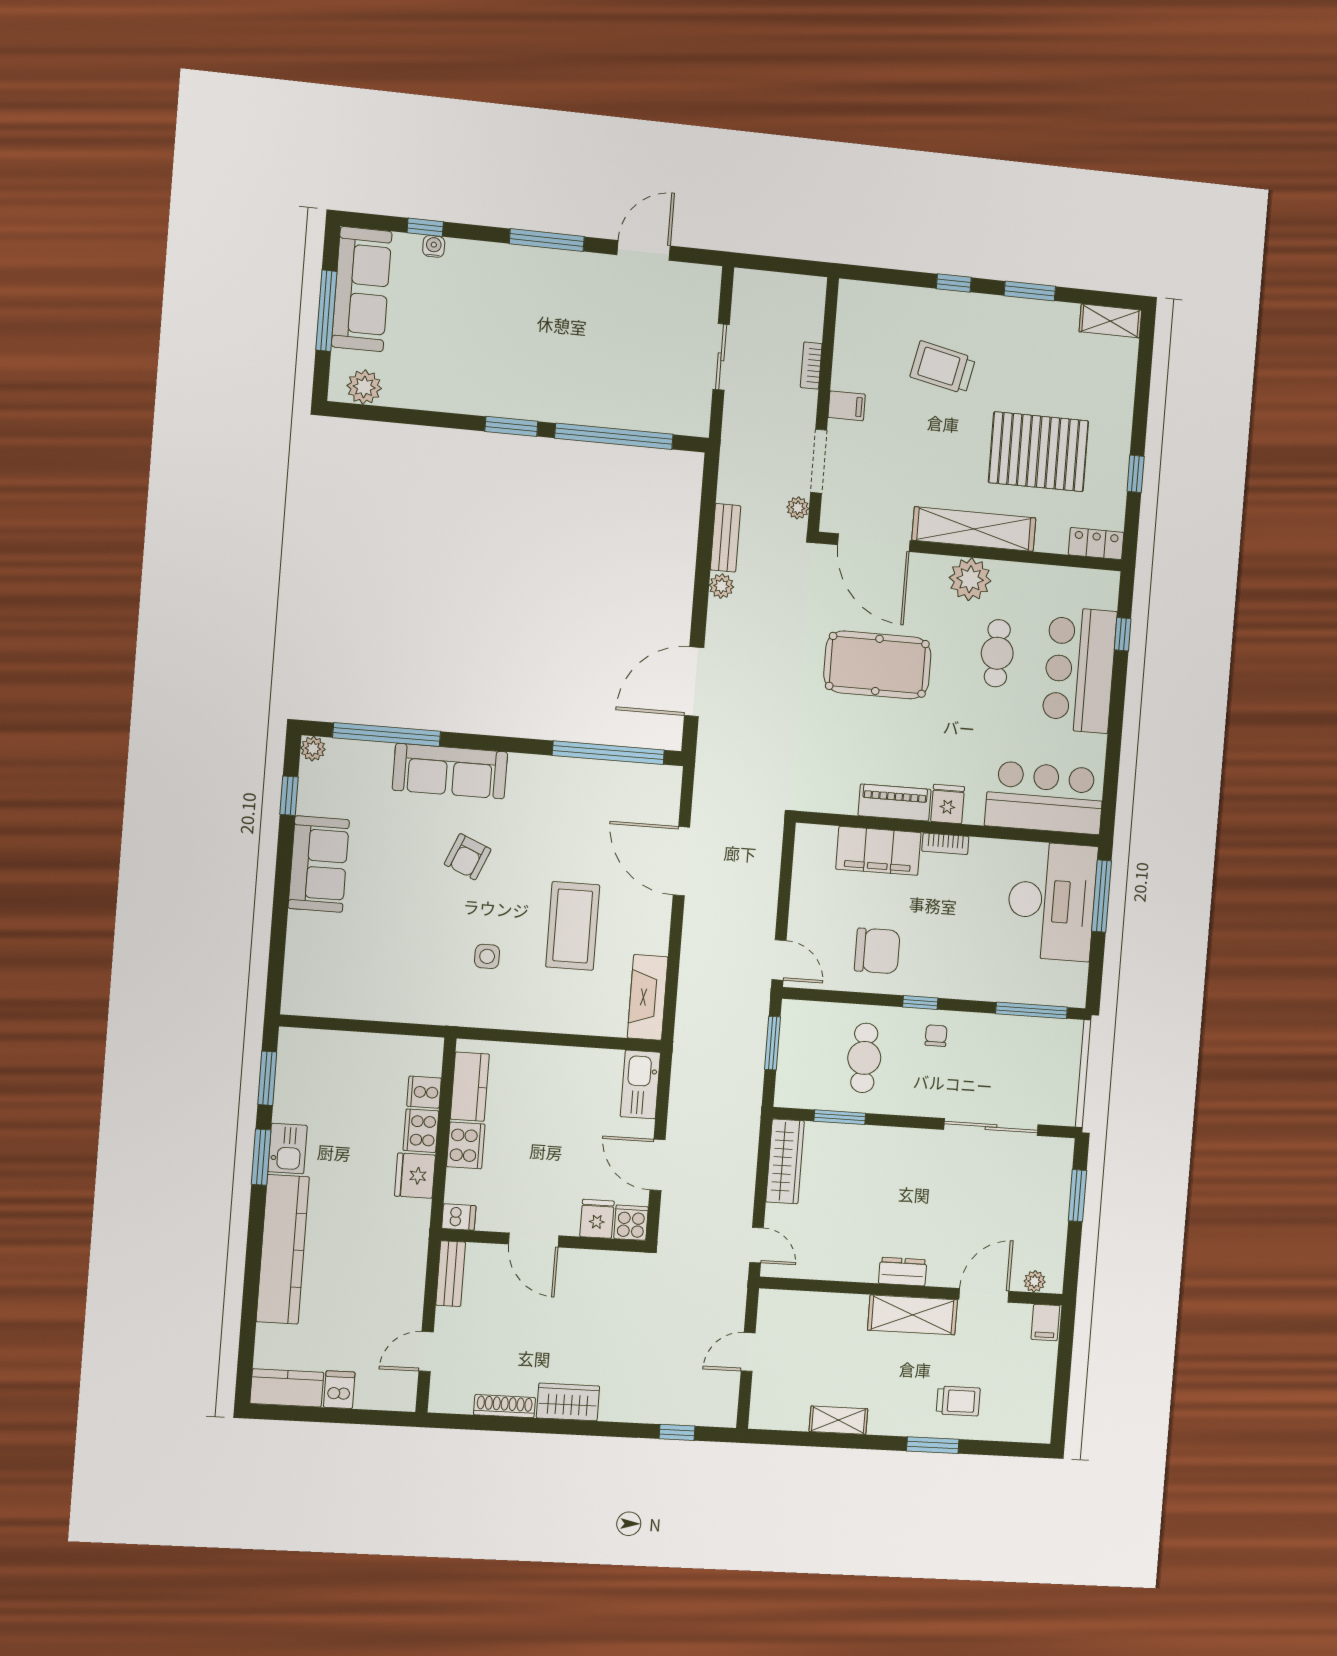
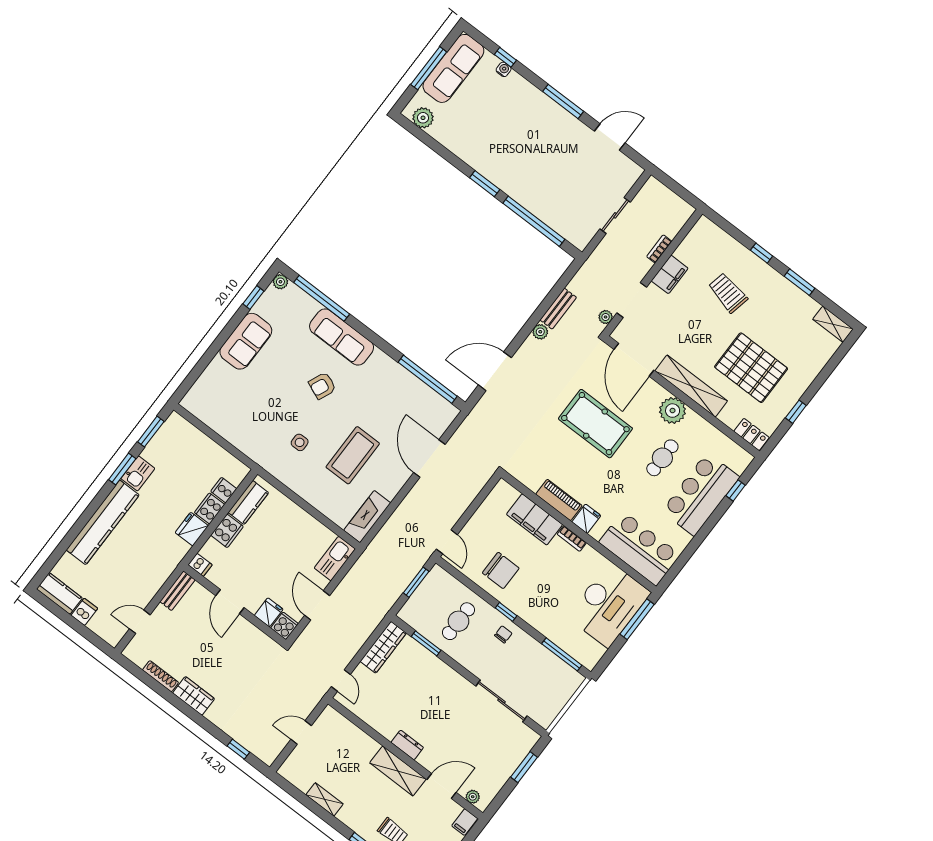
filing cabinet: (847, 406) -> (670, 274), width x2.00

